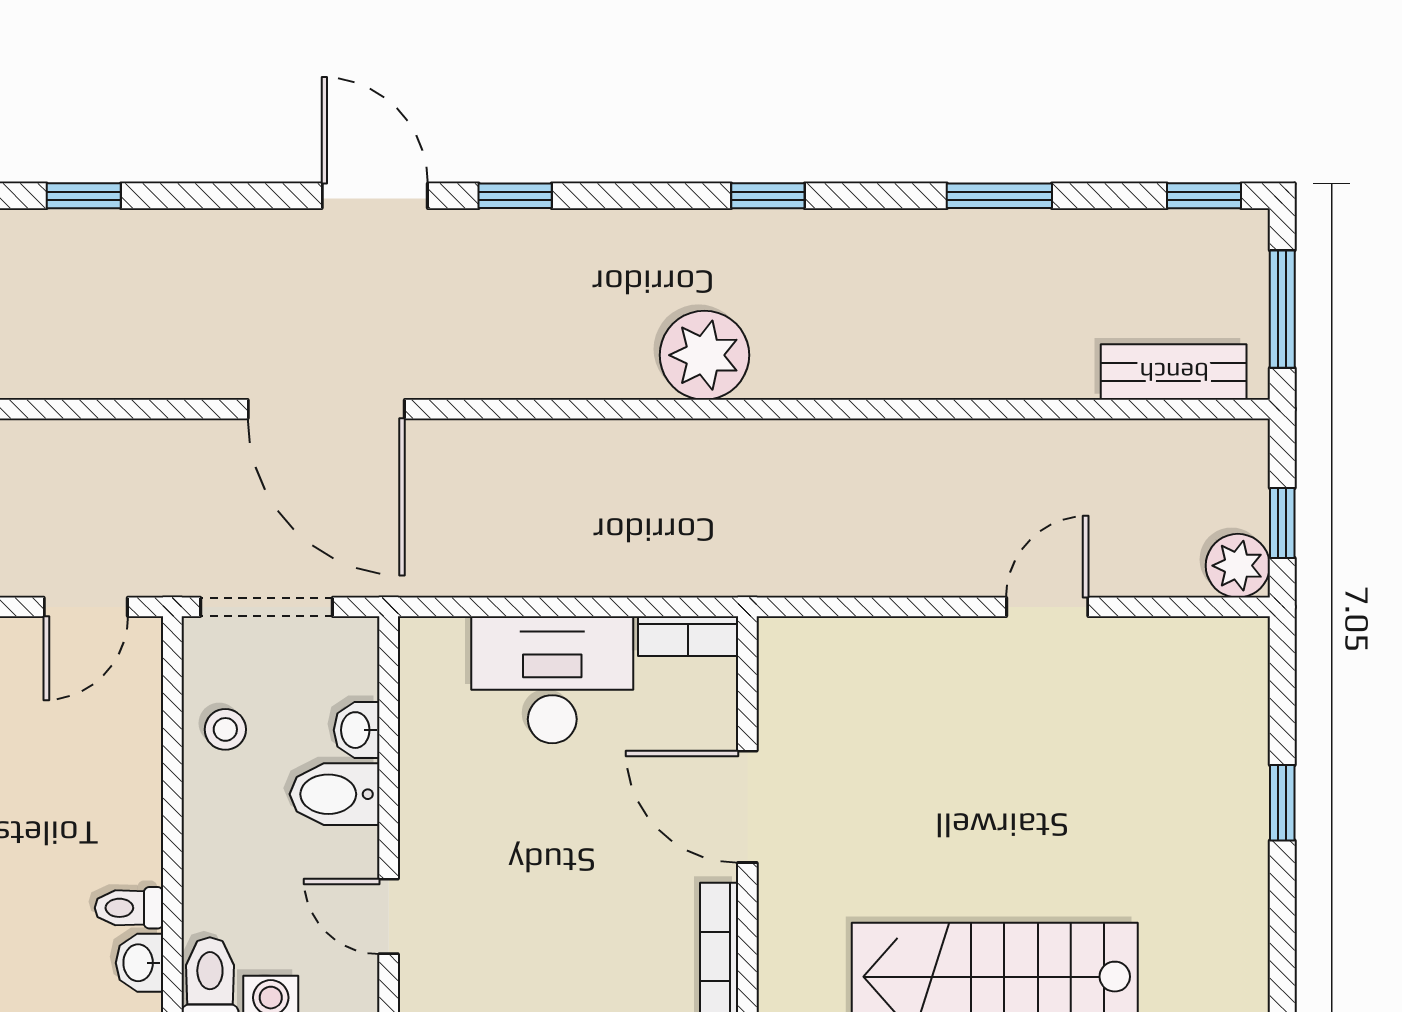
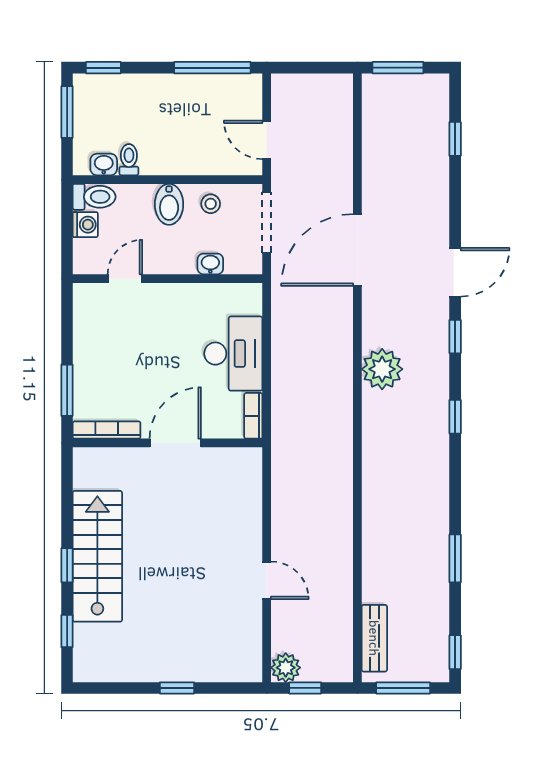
window: (768, 196) -> (455, 417), moved
plant: (704, 355) -> (382, 369), moved
bidet: (335, 794) -> (169, 204), moved, turned 180

